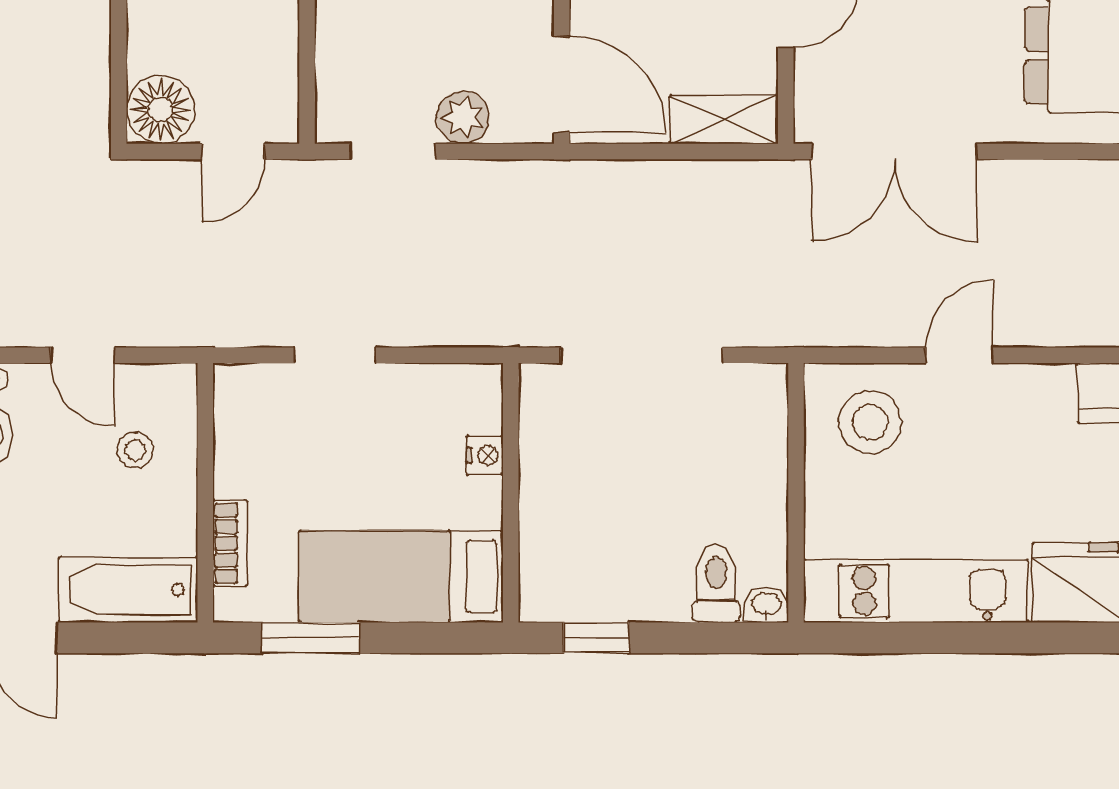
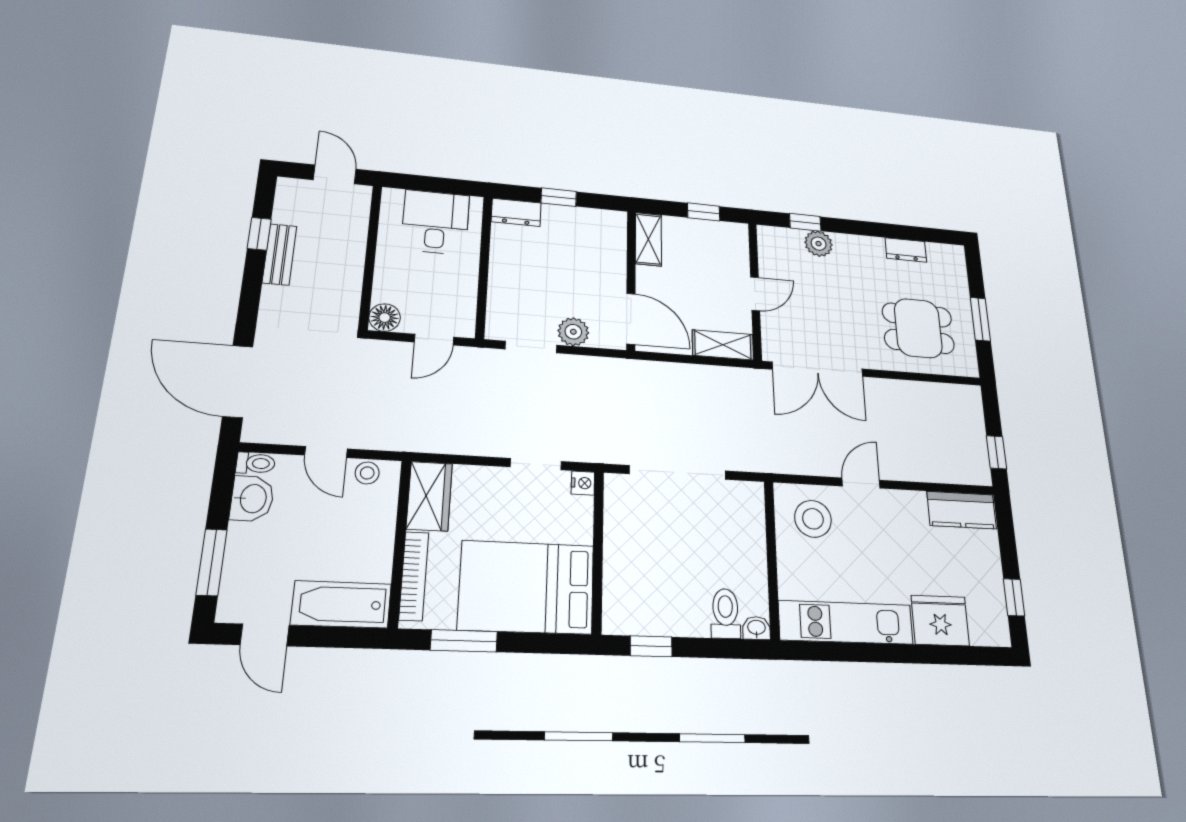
floor lamp: (161, 110) -> (385, 318), width x0.73, depth x0.73
doorway: (335, 355) -> (536, 464), moved
wardrobe: (244, 417) -> (429, 496), added
stool: (135, 450) -> (367, 473), moved
nightstand: (485, 456) -> (583, 483), moved
bookcase: (230, 543) -> (414, 576), width x1.56
bed: (401, 577) -> (527, 587), width x1.50

